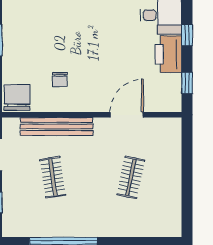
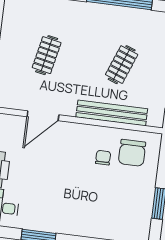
chair: (17, 97) -> (132, 153), moved
clothes rail: (53, 177) -> (122, 65), turned 30

